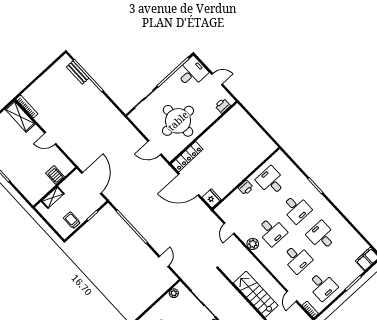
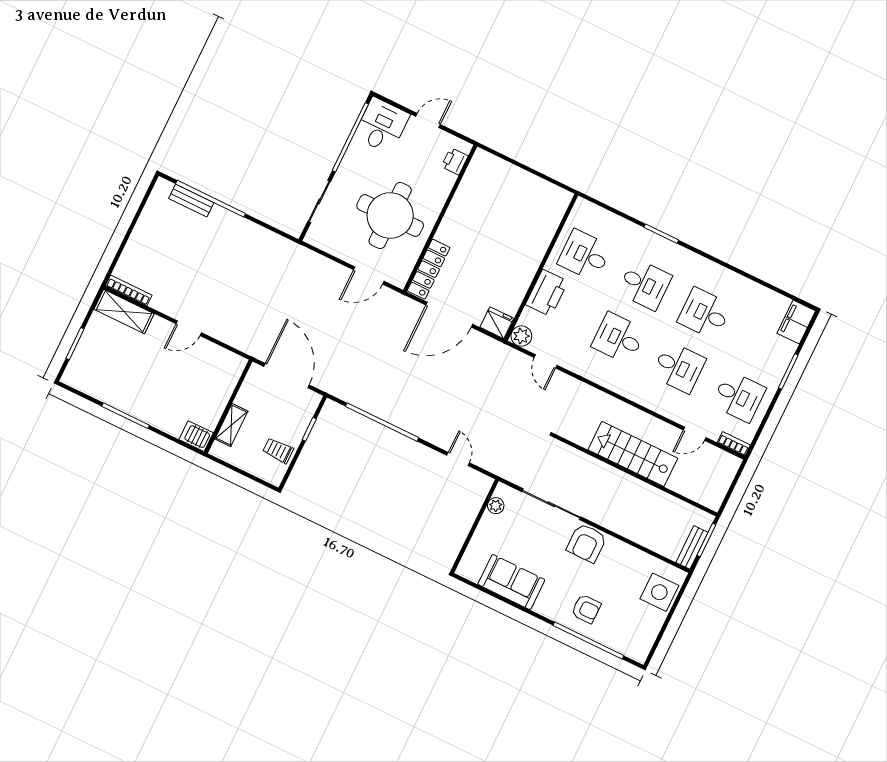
server rack: (55, 175) -> (196, 436), moved
printer: (246, 188) -> (547, 293), width x1.87, depth x1.48
desk: (272, 231) -> (619, 338), turned 180
plant: (253, 244) -> (521, 336), moved
door: (292, 296) -> (695, 434), hinge flipped

